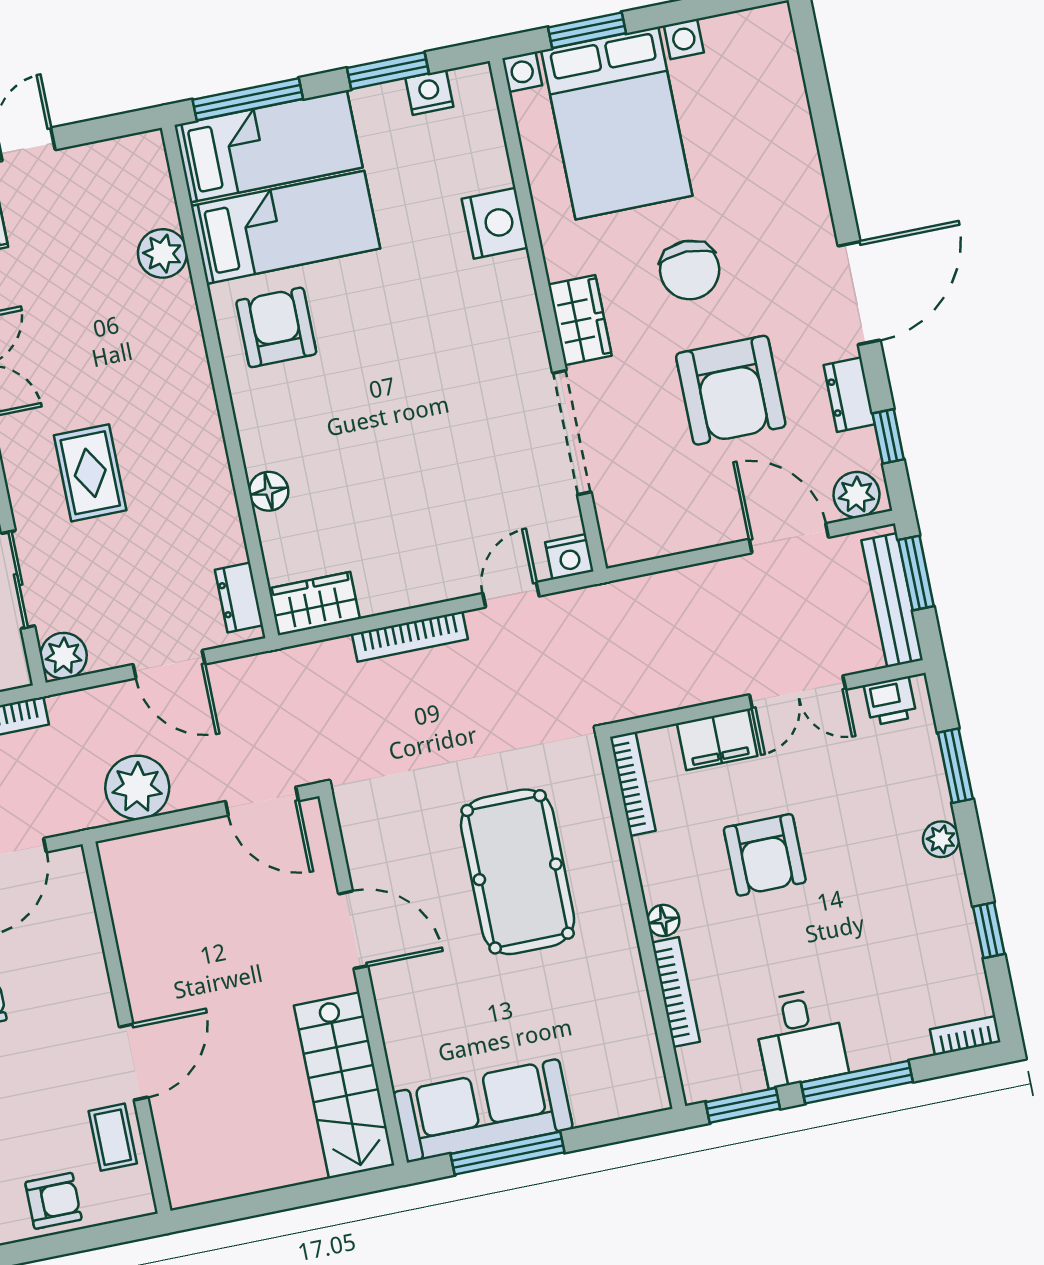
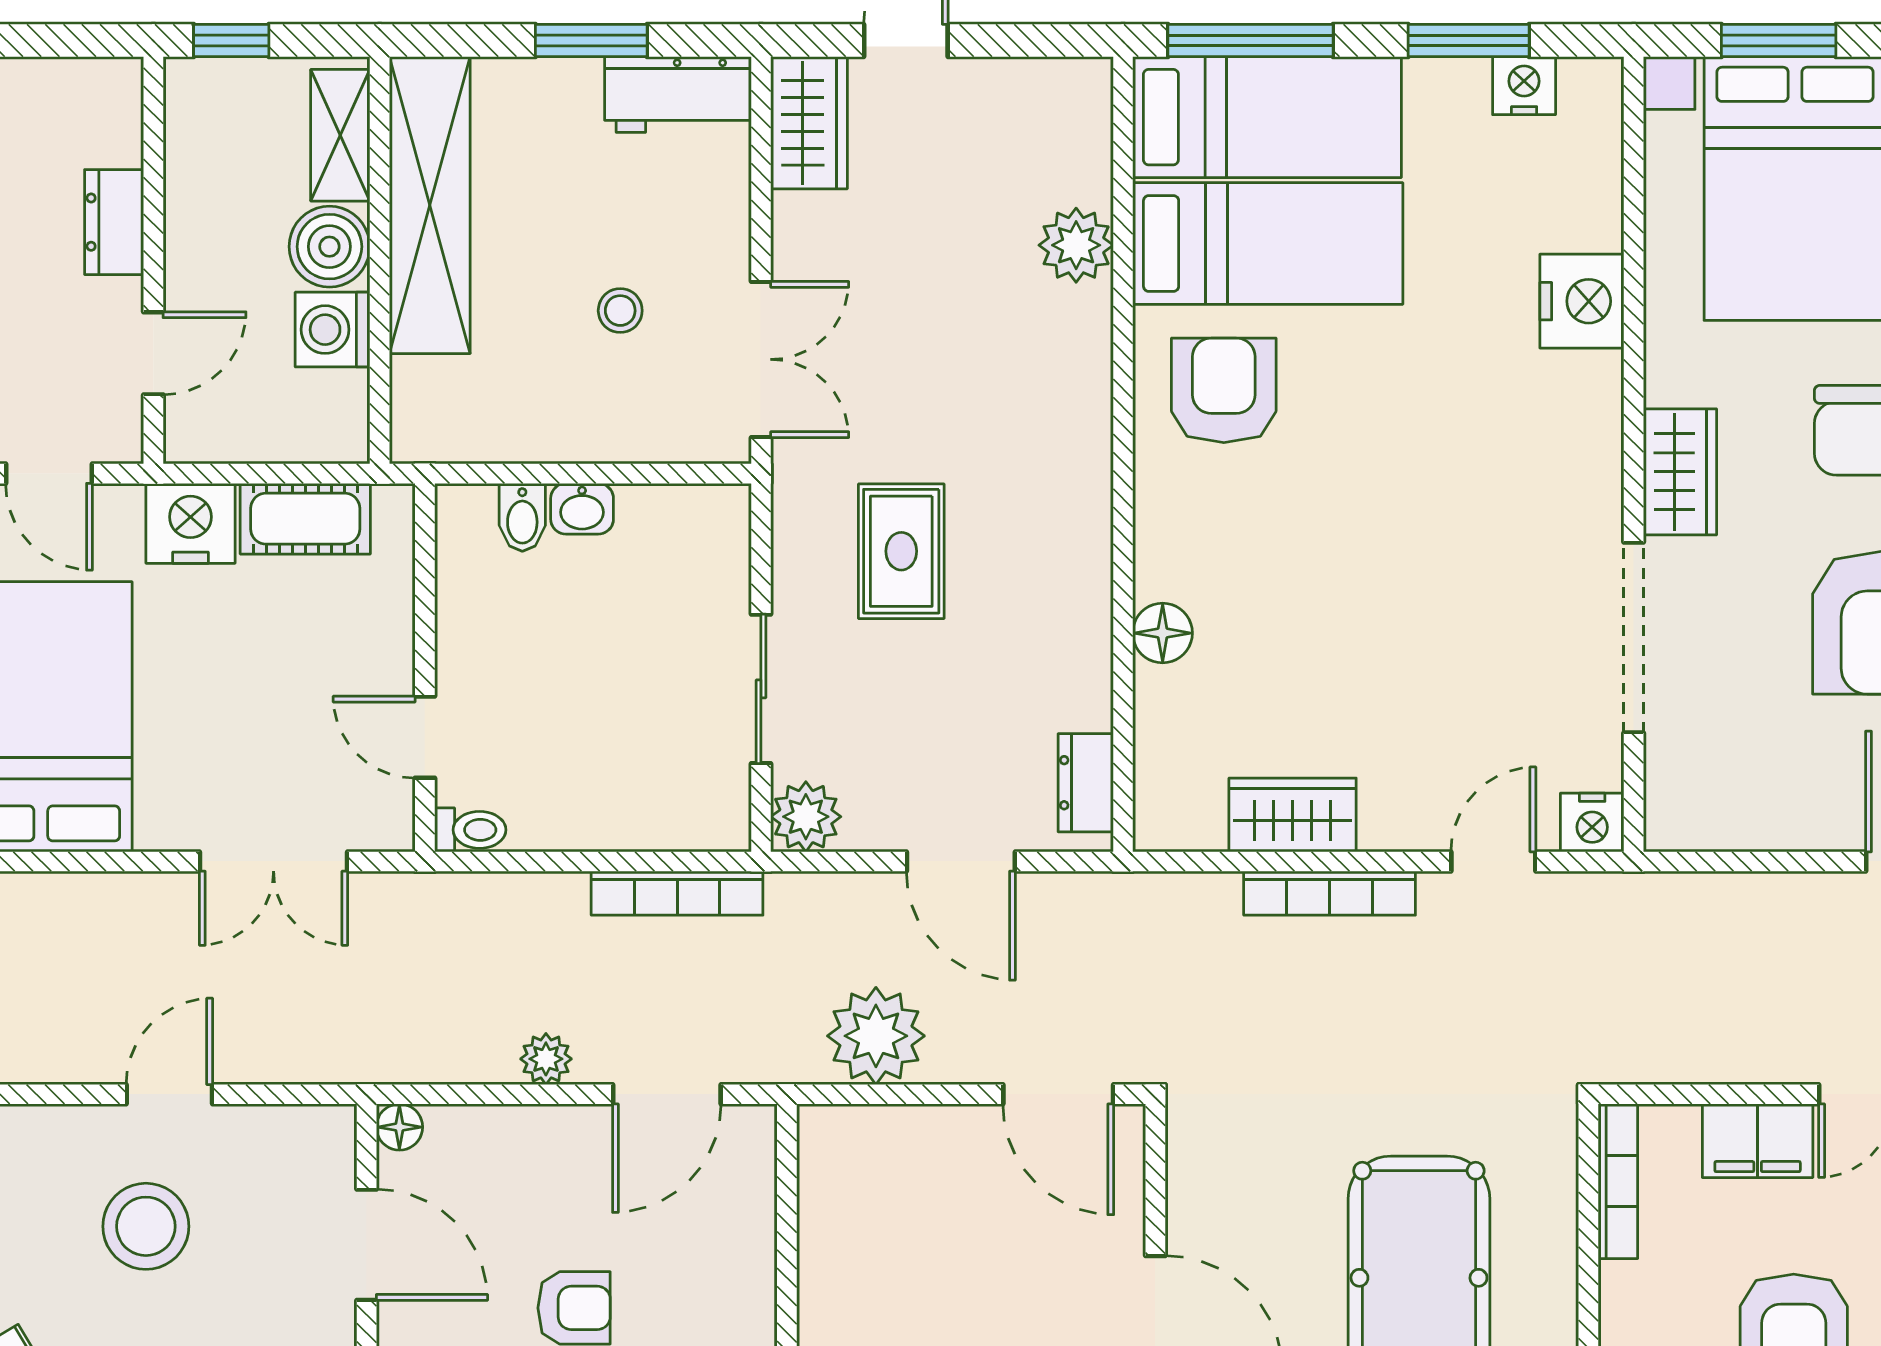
wardrobe: (314, 604) -> (1293, 815), moved

